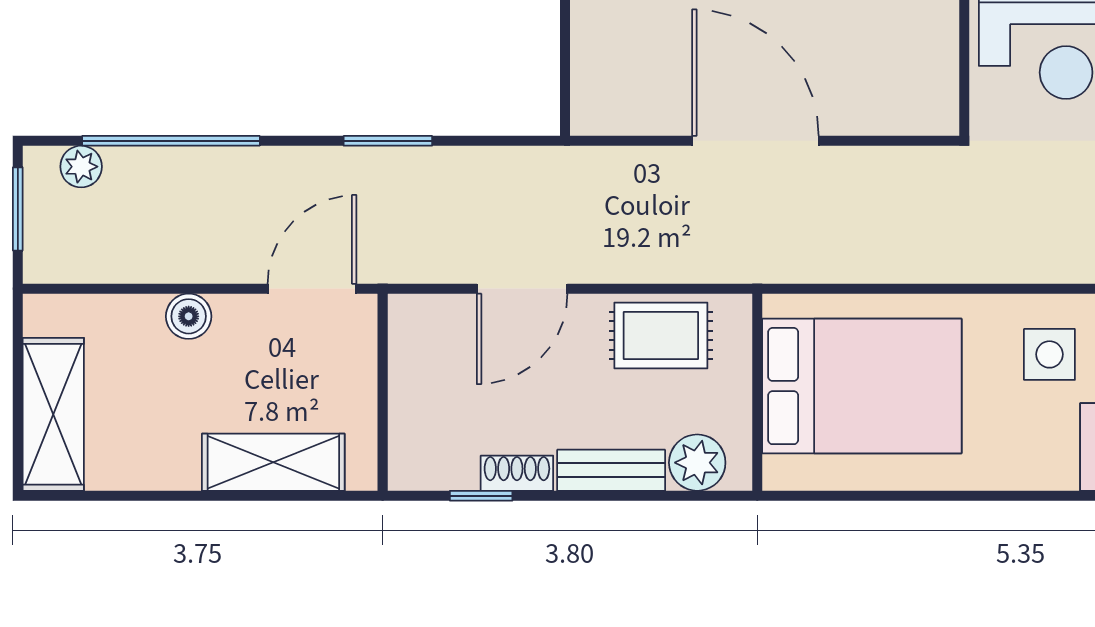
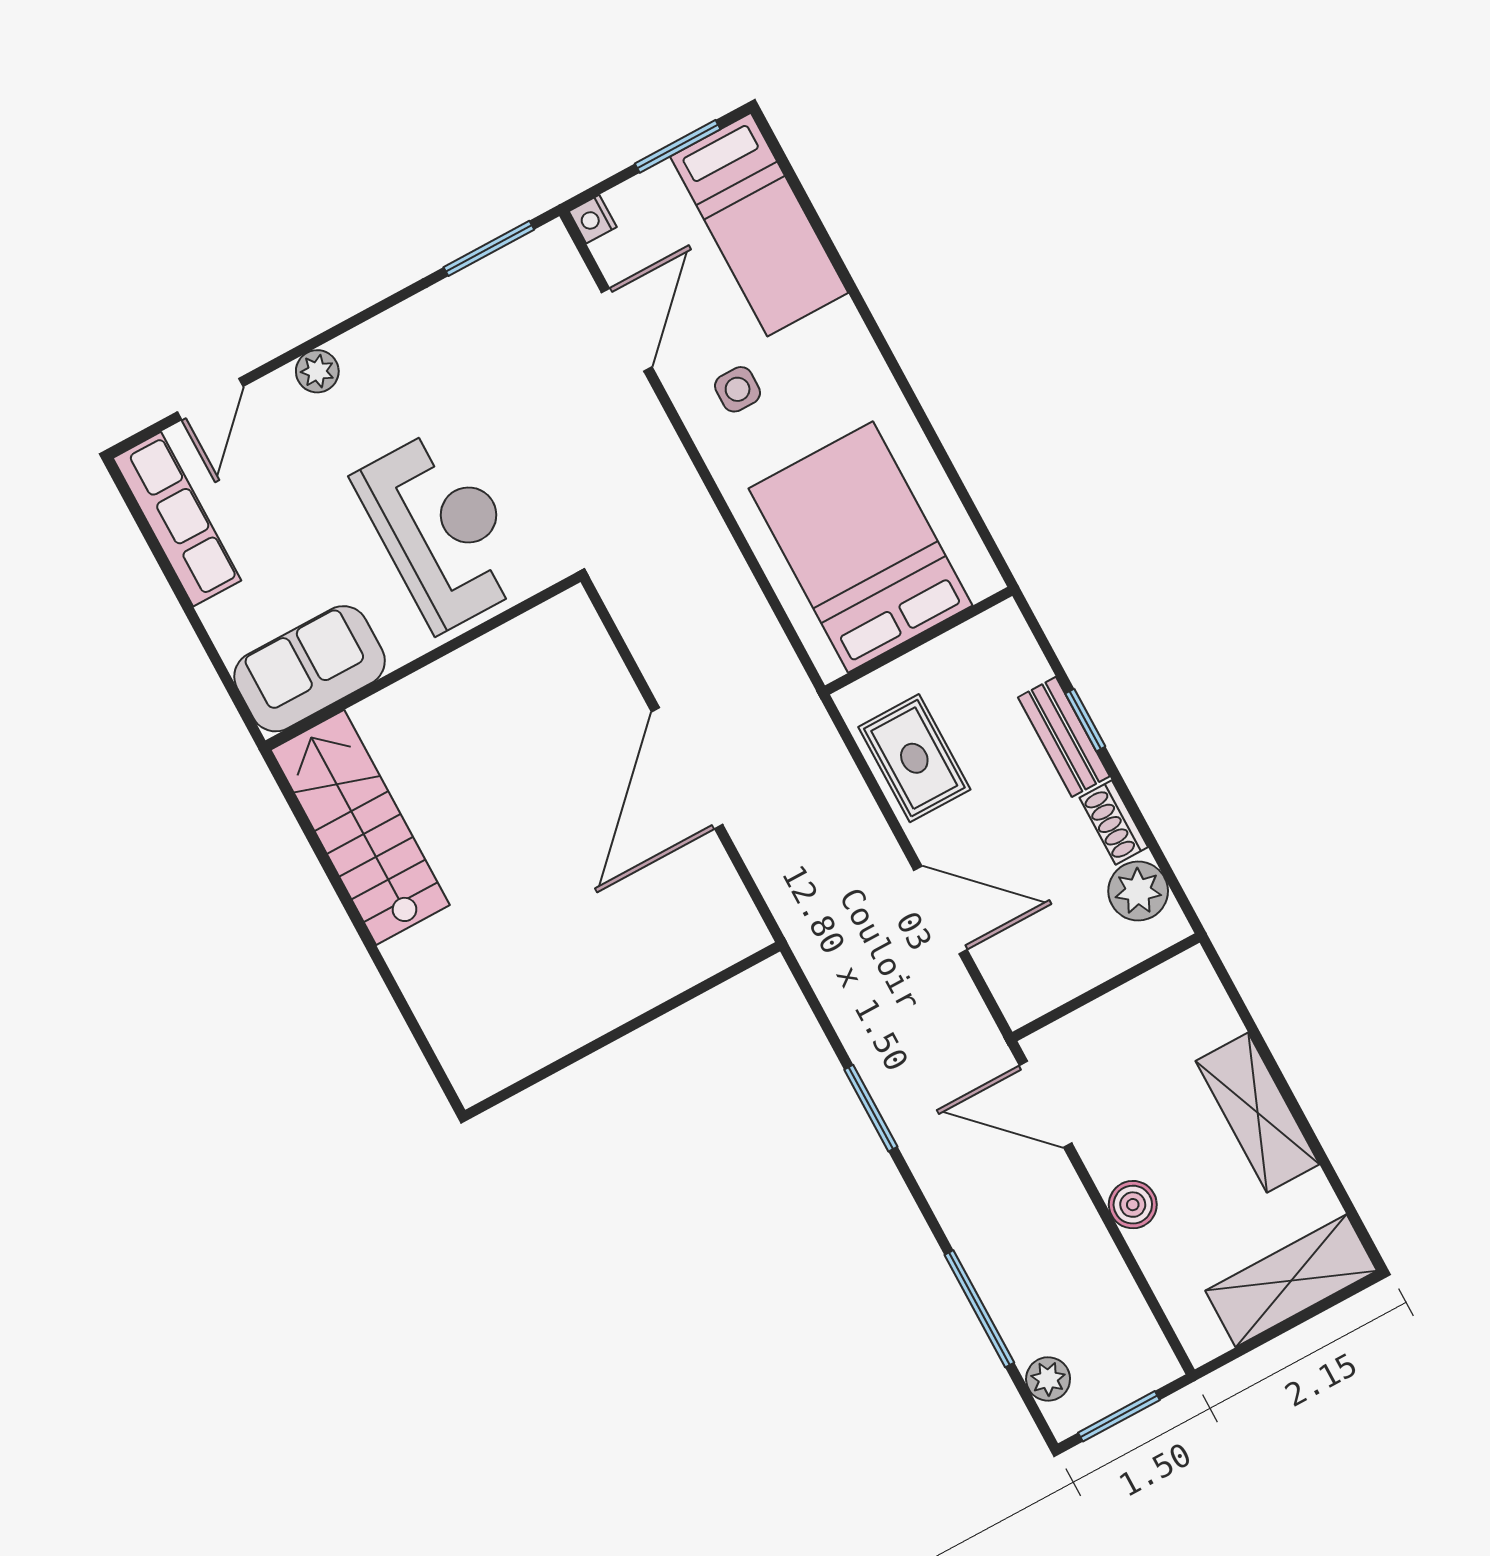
window: (171, 141) -> (979, 1309), width x0.68
side table: (1049, 354) -> (738, 389), width x0.73, depth x0.73
shelving: (273, 462) -> (1258, 1113), moved
plant: (697, 463) -> (1138, 891), moved
window: (481, 496) -> (1085, 720), moved

